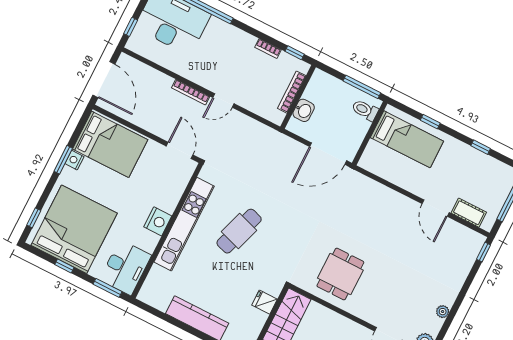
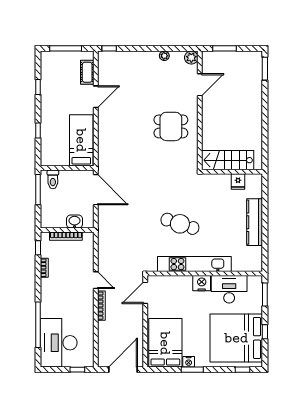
bed: (407, 139) -> (81, 140), moved
desk: (125, 268) -> (229, 289), moved
dining table: (340, 274) -> (171, 126), moved
fridge: (265, 302) -> (238, 181), moved

